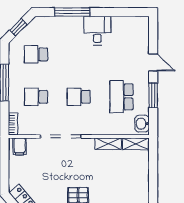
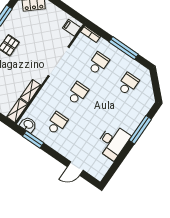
window: (18, 27) -> (156, 85), removed
desk: (97, 31) -> (113, 142), width x1.37
door: (153, 62) -> (75, 169), moved
window: (153, 95) -> (33, 140), moved
school desk: (121, 97) -> (57, 123), width x0.54

